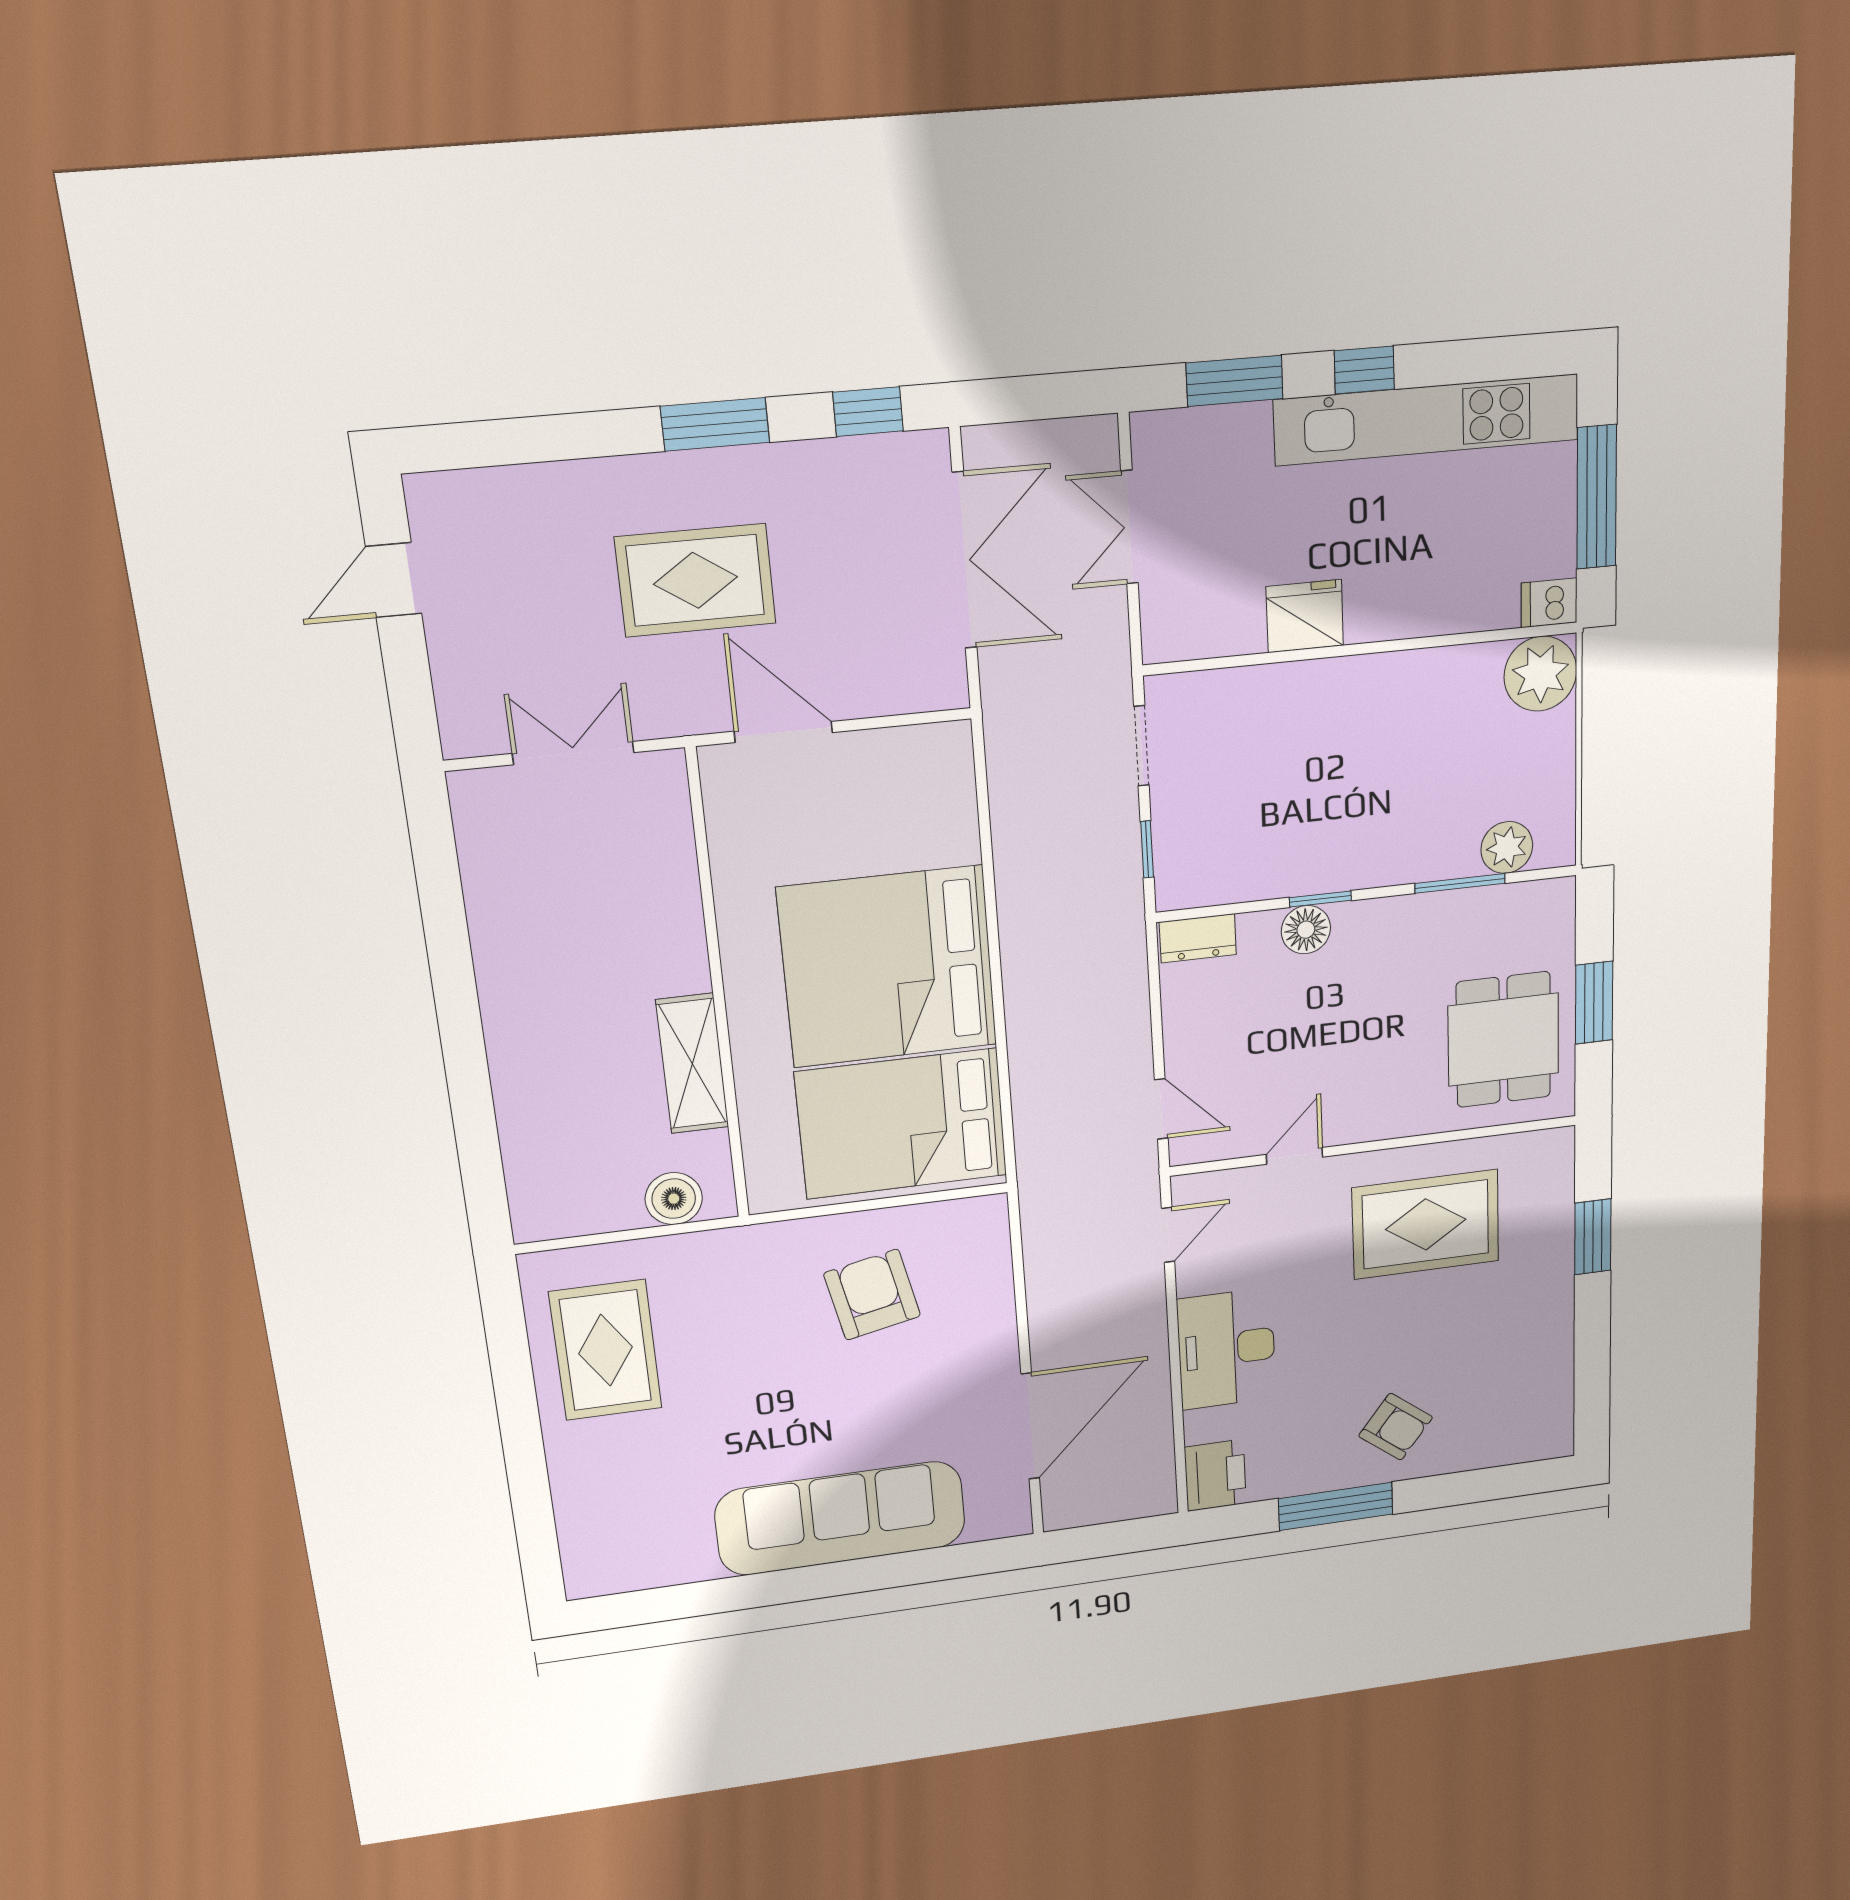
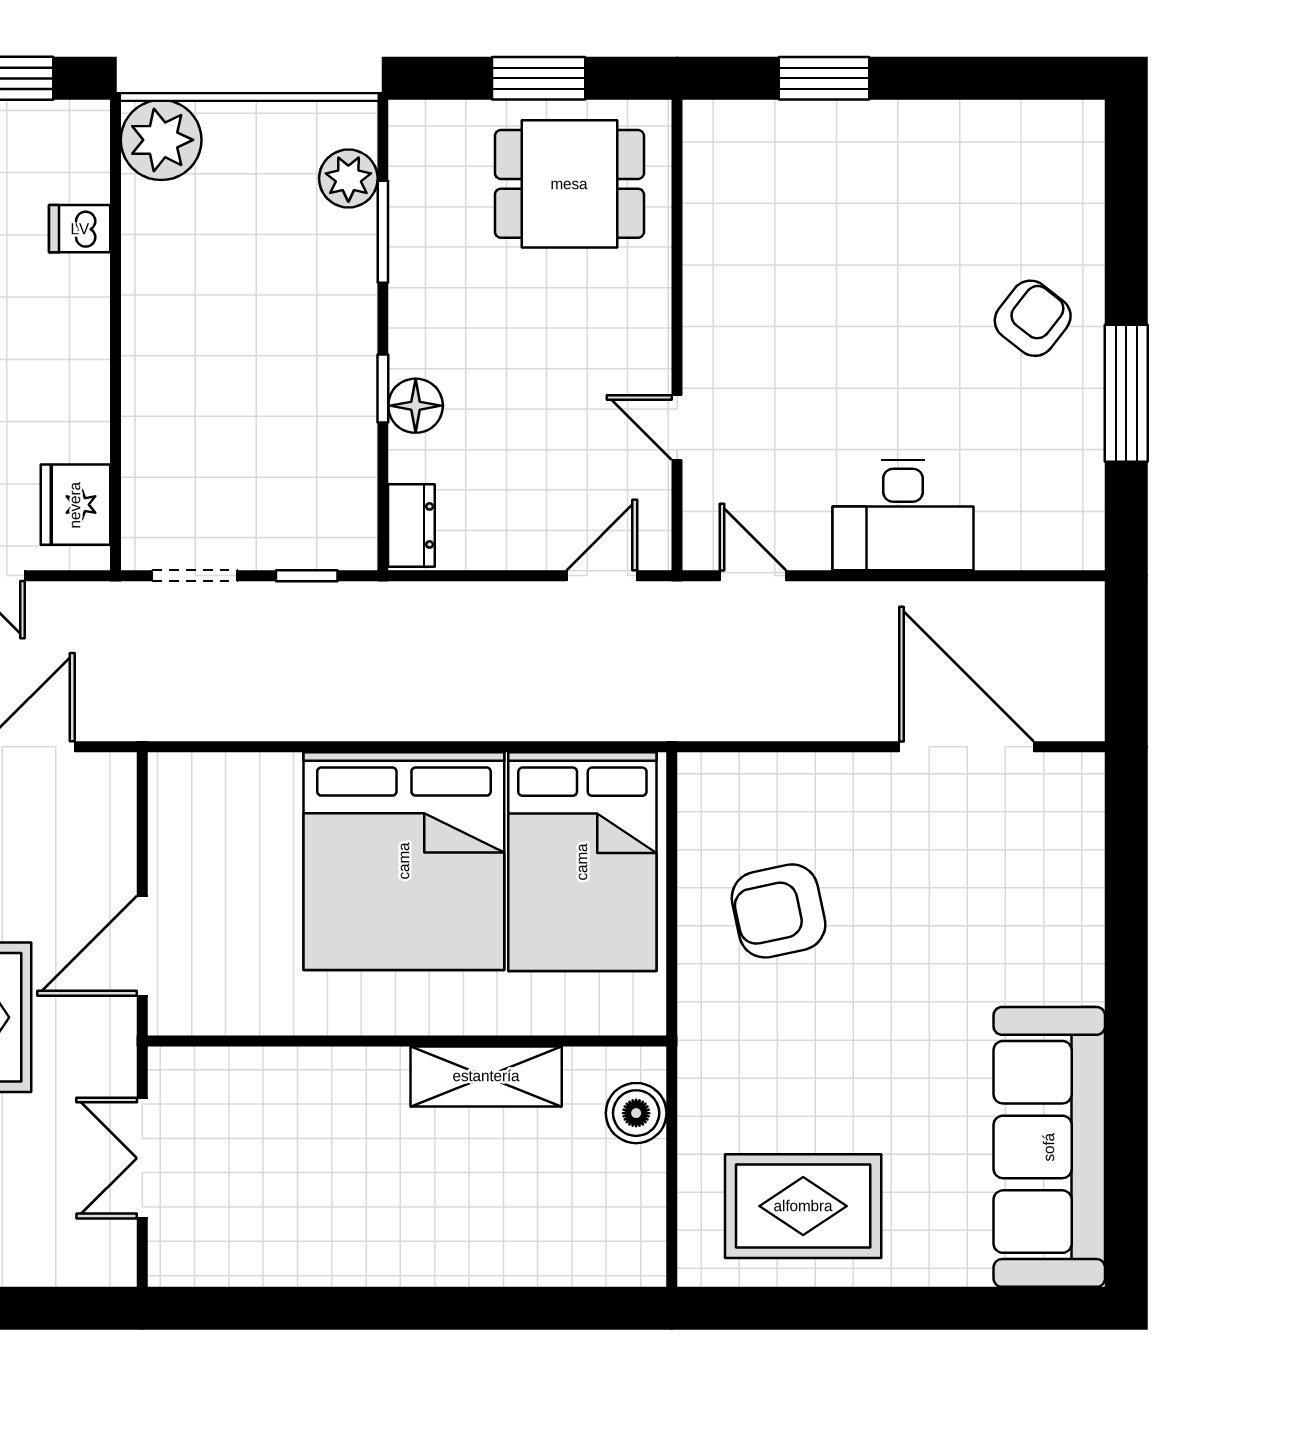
dishwasher: (1549, 603) -> (80, 229), moved, turned 90
fridge: (1305, 616) -> (75, 505), moved
rug: (1426, 1224) -> (781, 277), removed
printer: (1215, 1475) -> (1063, 535), removed
sofa: (841, 1518) -> (1049, 1147), moved

